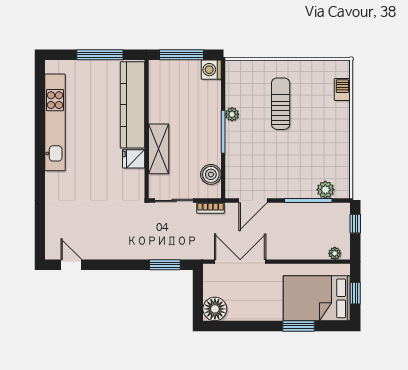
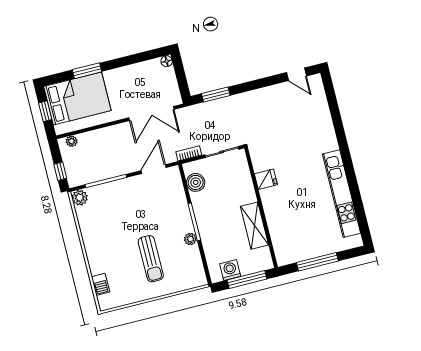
washing machine: (211, 70) -> (230, 270), moved, turned -90
kitchen counter: (132, 105) -> (278, 225), removed
shelving: (159, 149) -> (254, 226), moved
plant: (325, 190) -> (80, 198), moved
floor lamp: (215, 309) -> (167, 61), width x0.53, depth x0.53

